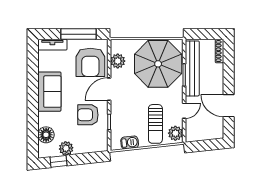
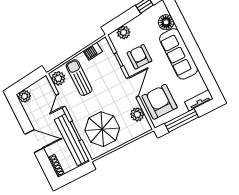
parasol: (158, 64) -> (102, 129), width x0.73, depth x0.73
sofa: (49, 92) -> (179, 54), width x1.36
door: (229, 106) -> (34, 141), moved
armchair: (88, 115) -> (139, 57), turned -90
plant: (216, 132) -> (25, 96), added
plant: (66, 148) -> (124, 32), moved

